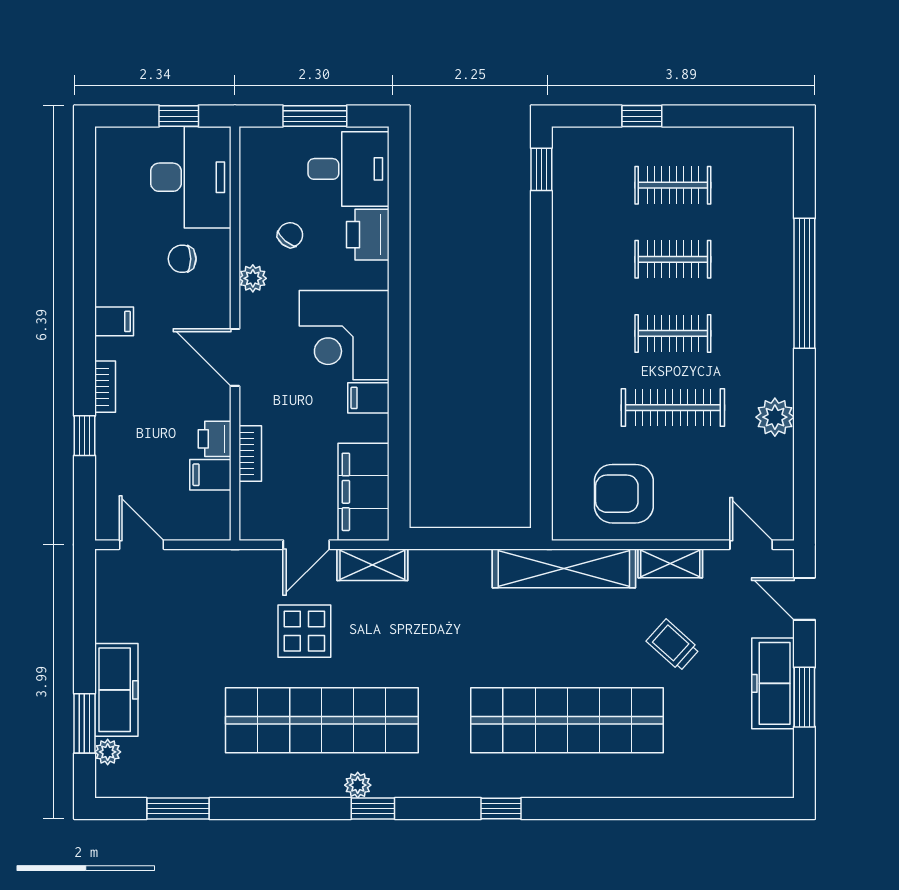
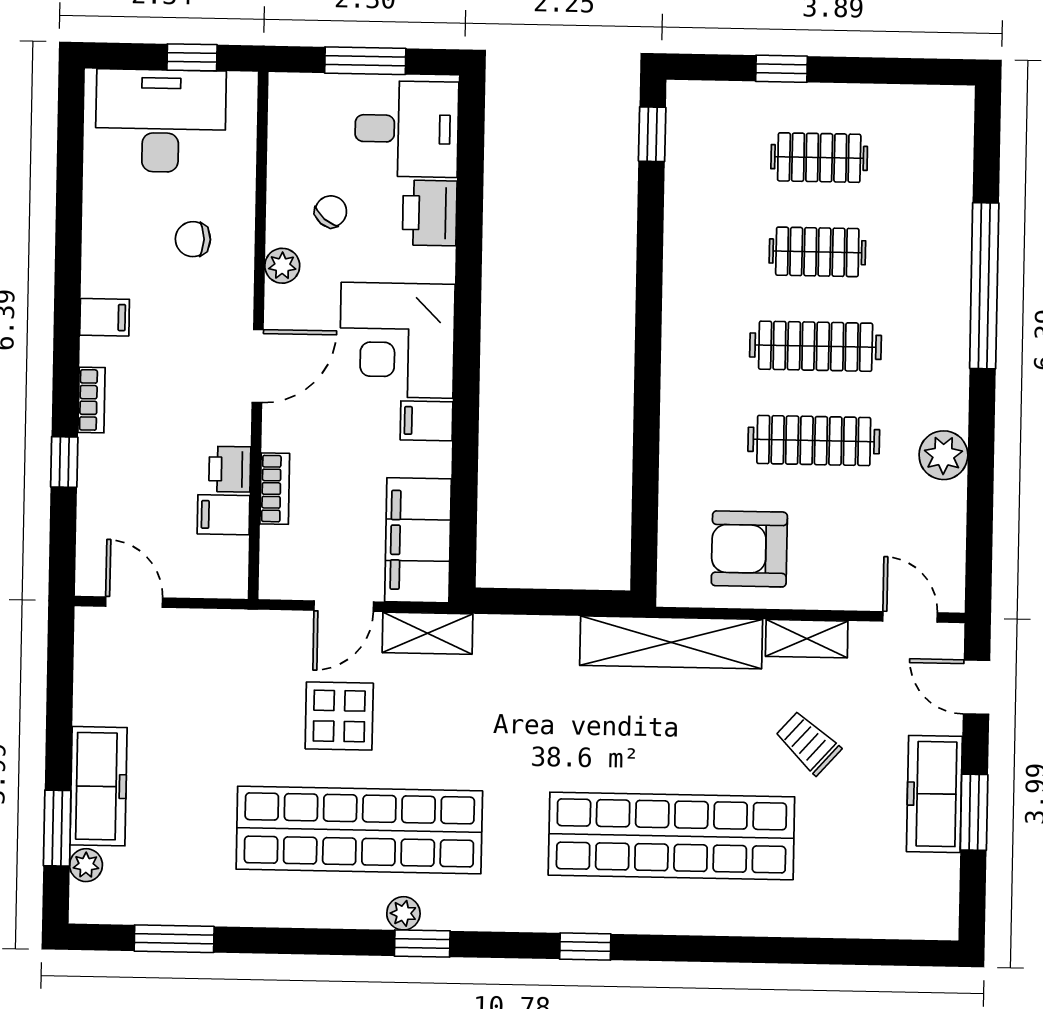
desk: (191, 177) -> (161, 121), moved, turned -90
clothes rail: (673, 333) -> (816, 346), width x1.36
door: (235, 357) -> (258, 366), swing flipped

